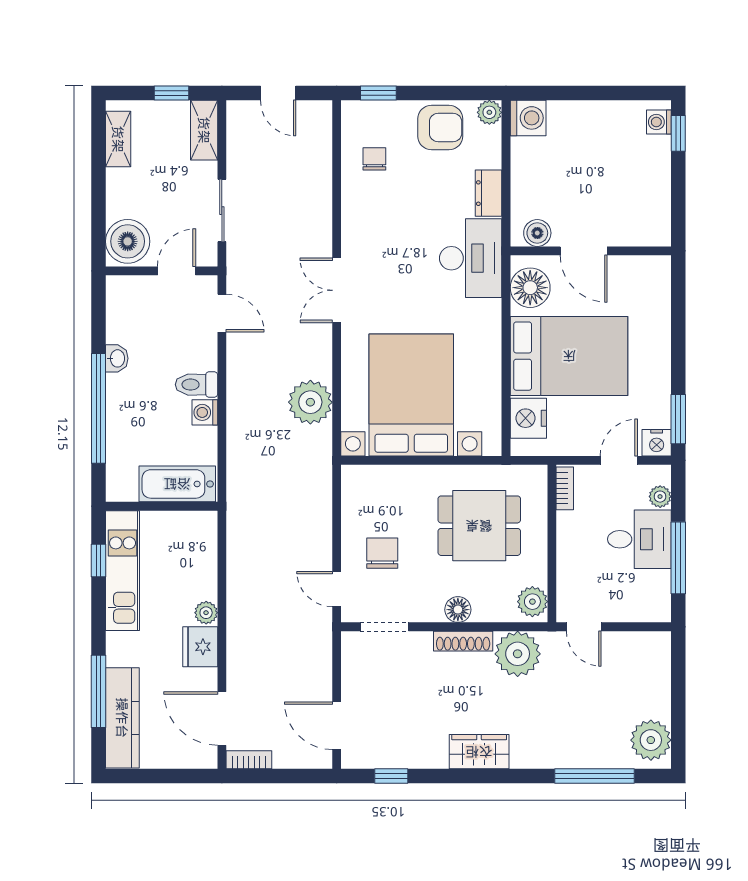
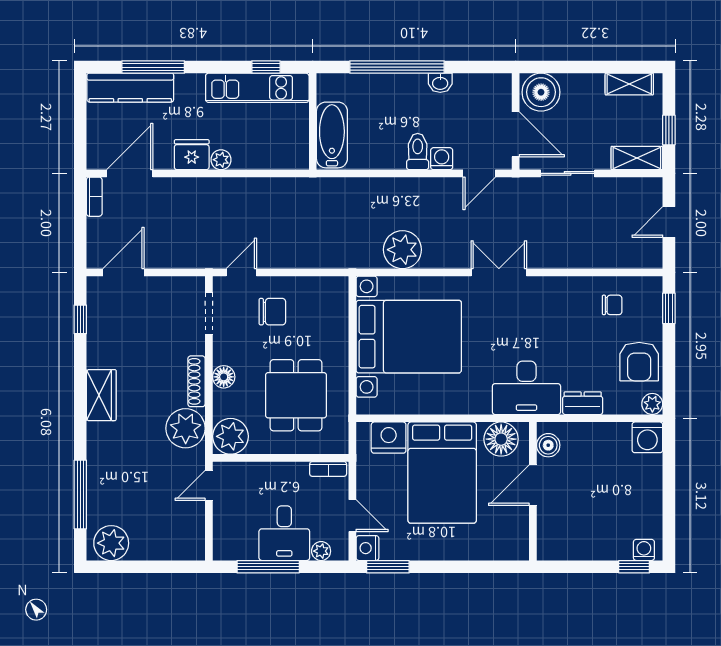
door: (177, 271) -> (516, 134), width x1.38
washing machine: (205, 412) -> (442, 159), moved
plant: (532, 602) -> (231, 436), width x1.36, depth x1.36

